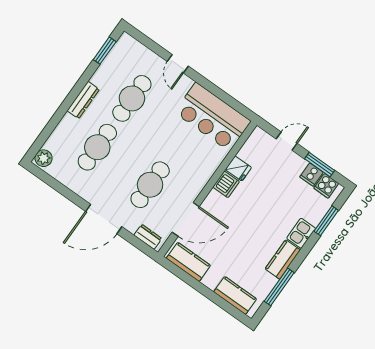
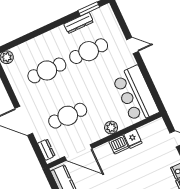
door: (178, 64) -> (132, 46), swing flipped
dresser: (83, 100) -> (79, 23), moved
plant: (207, 170) -> (111, 127), added

